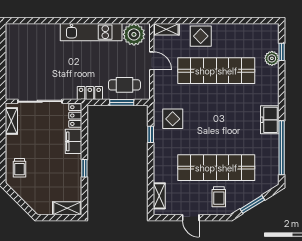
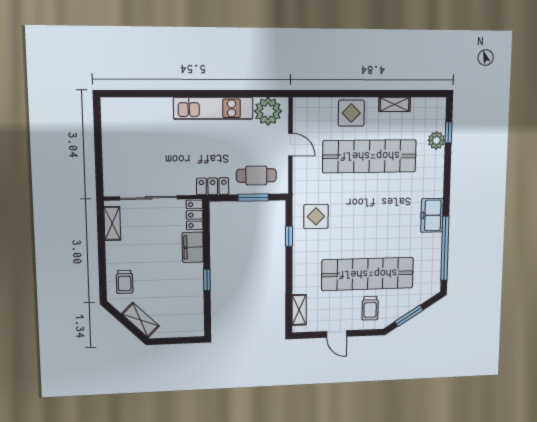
shelving: (166, 29) -> (395, 104), moved
shelving: (67, 208) -> (140, 320), moved, turned 45

